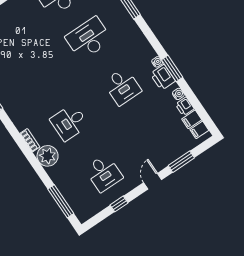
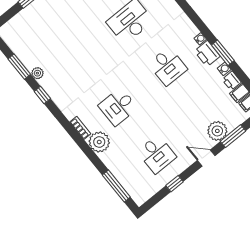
window: (172, 68) -> (223, 53), moved
plant: (166, 155) -> (217, 131), added
door: (153, 181) -> (206, 158), hinge flipped

